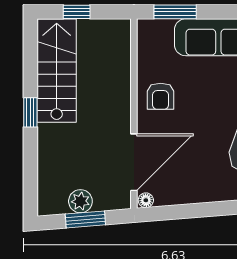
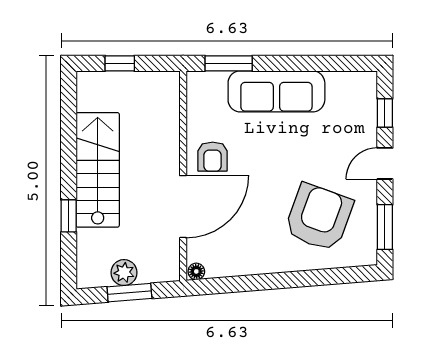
stairs: (57, 71) -> (98, 170), moved
window: (30, 112) -> (69, 216), moved
door: (134, 162) -> (183, 207), moved

